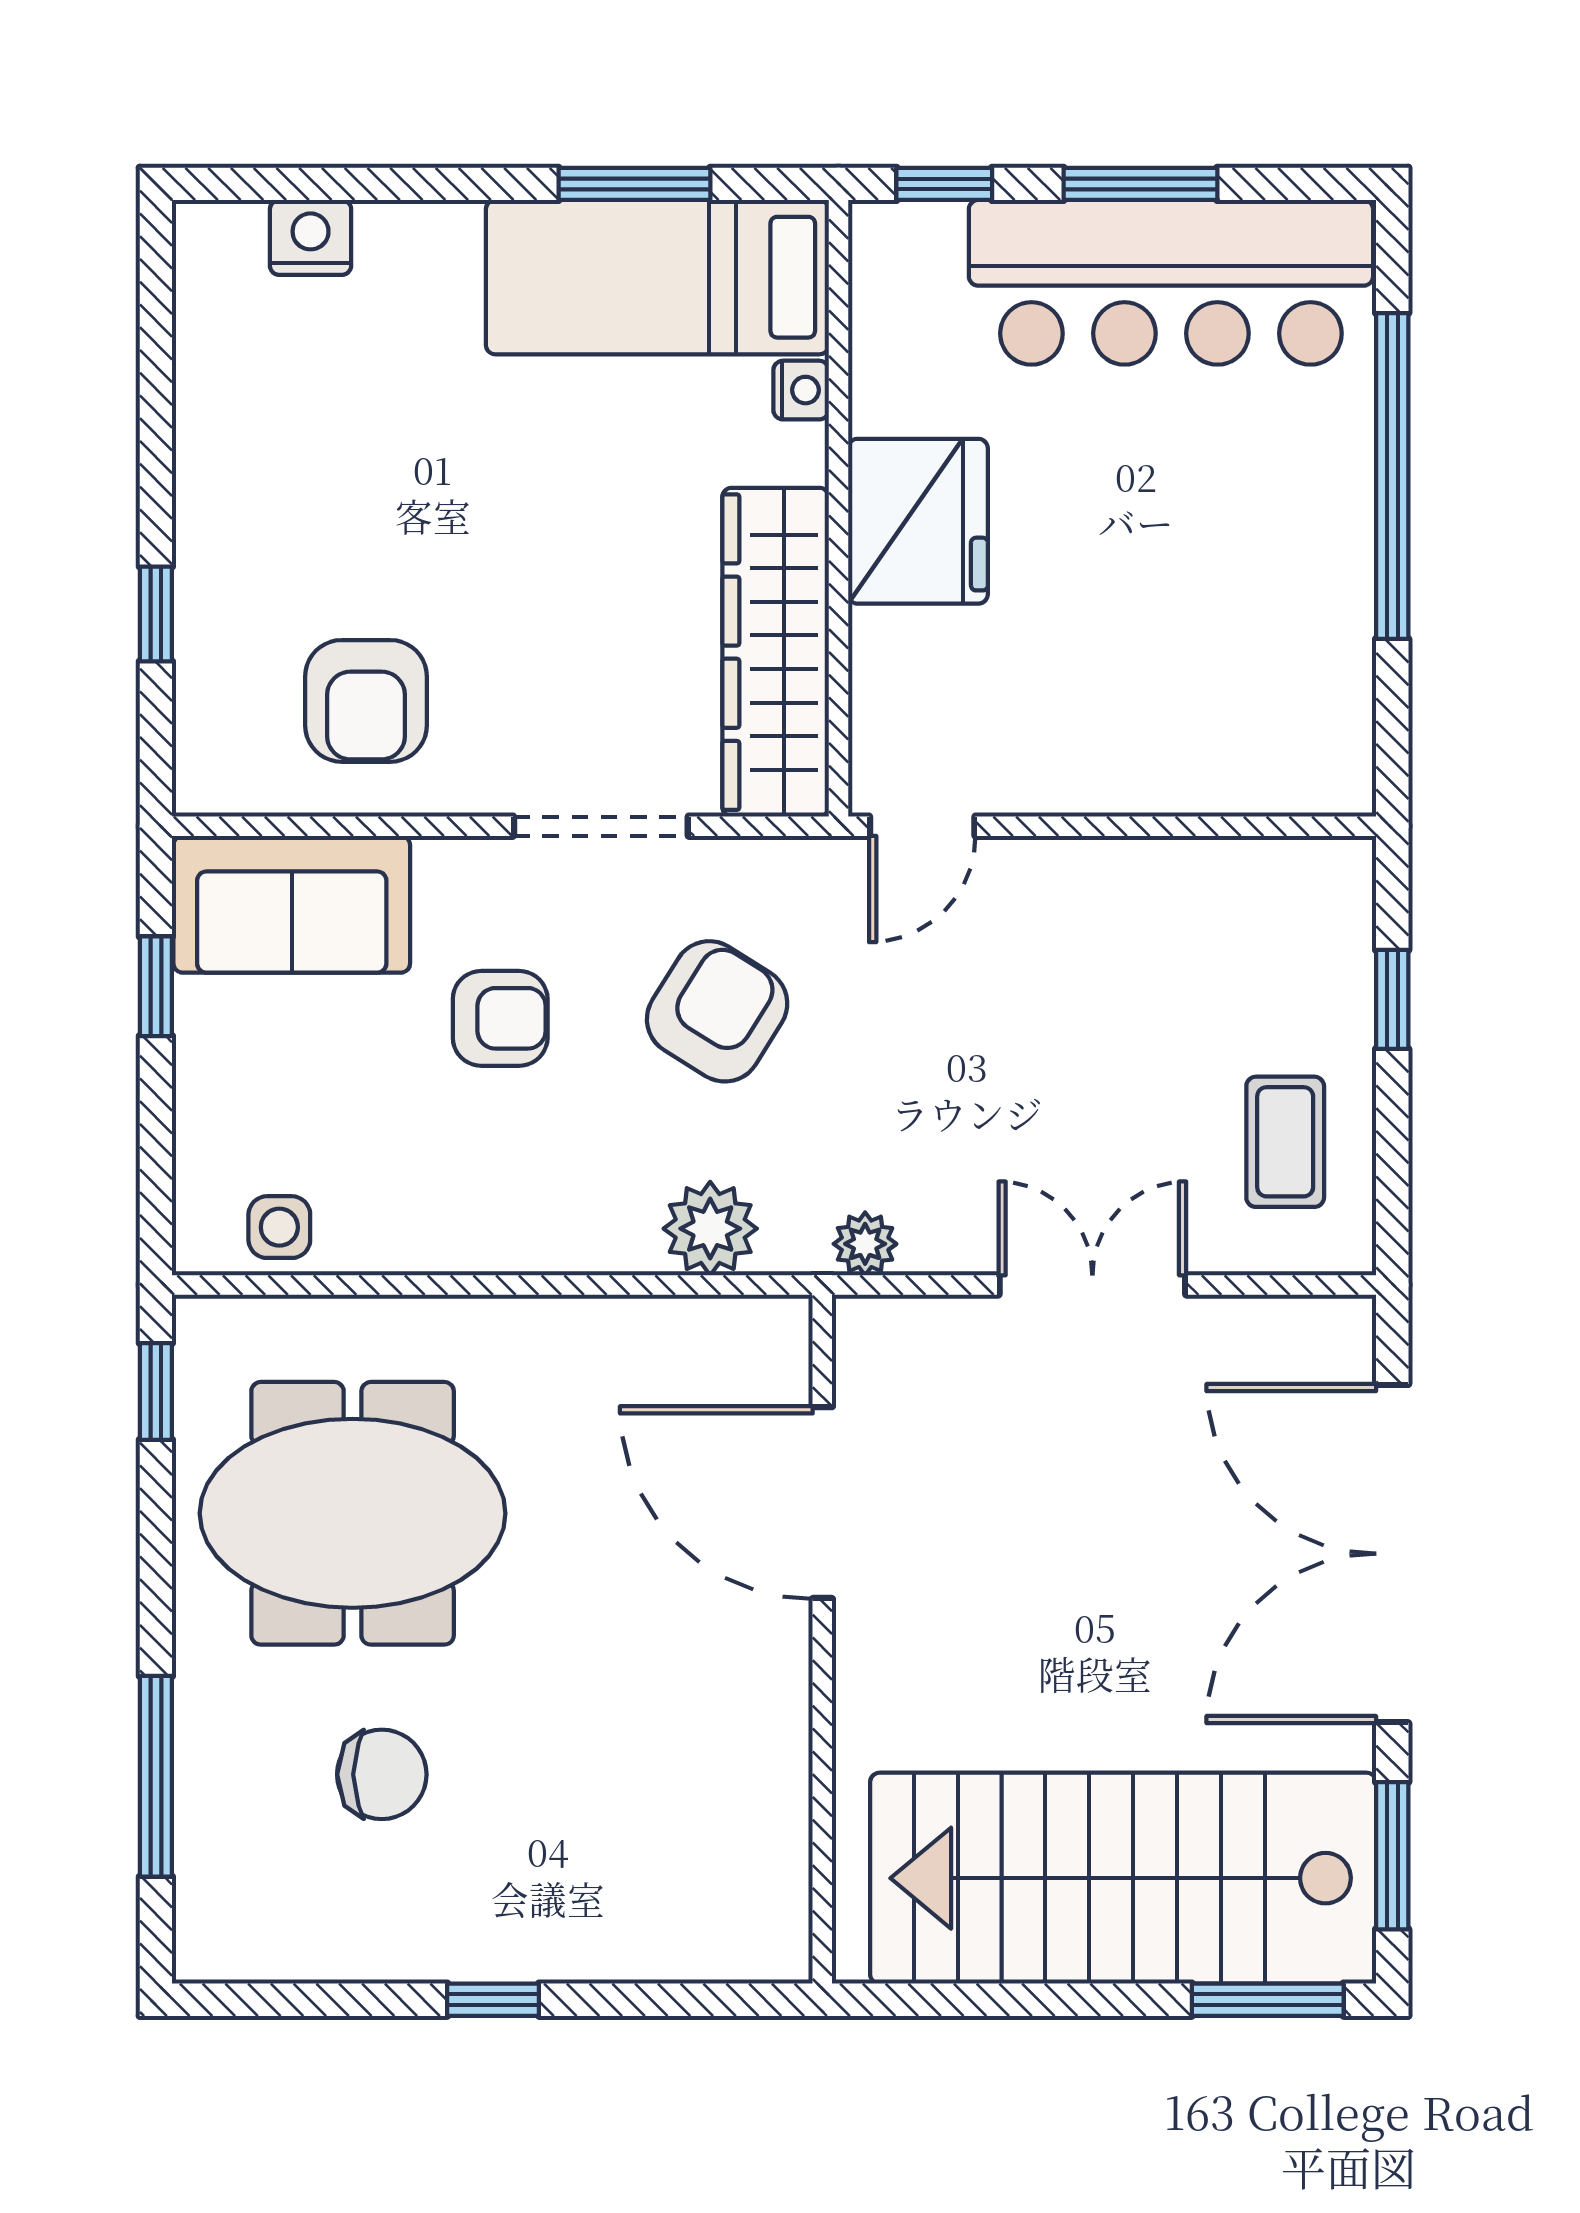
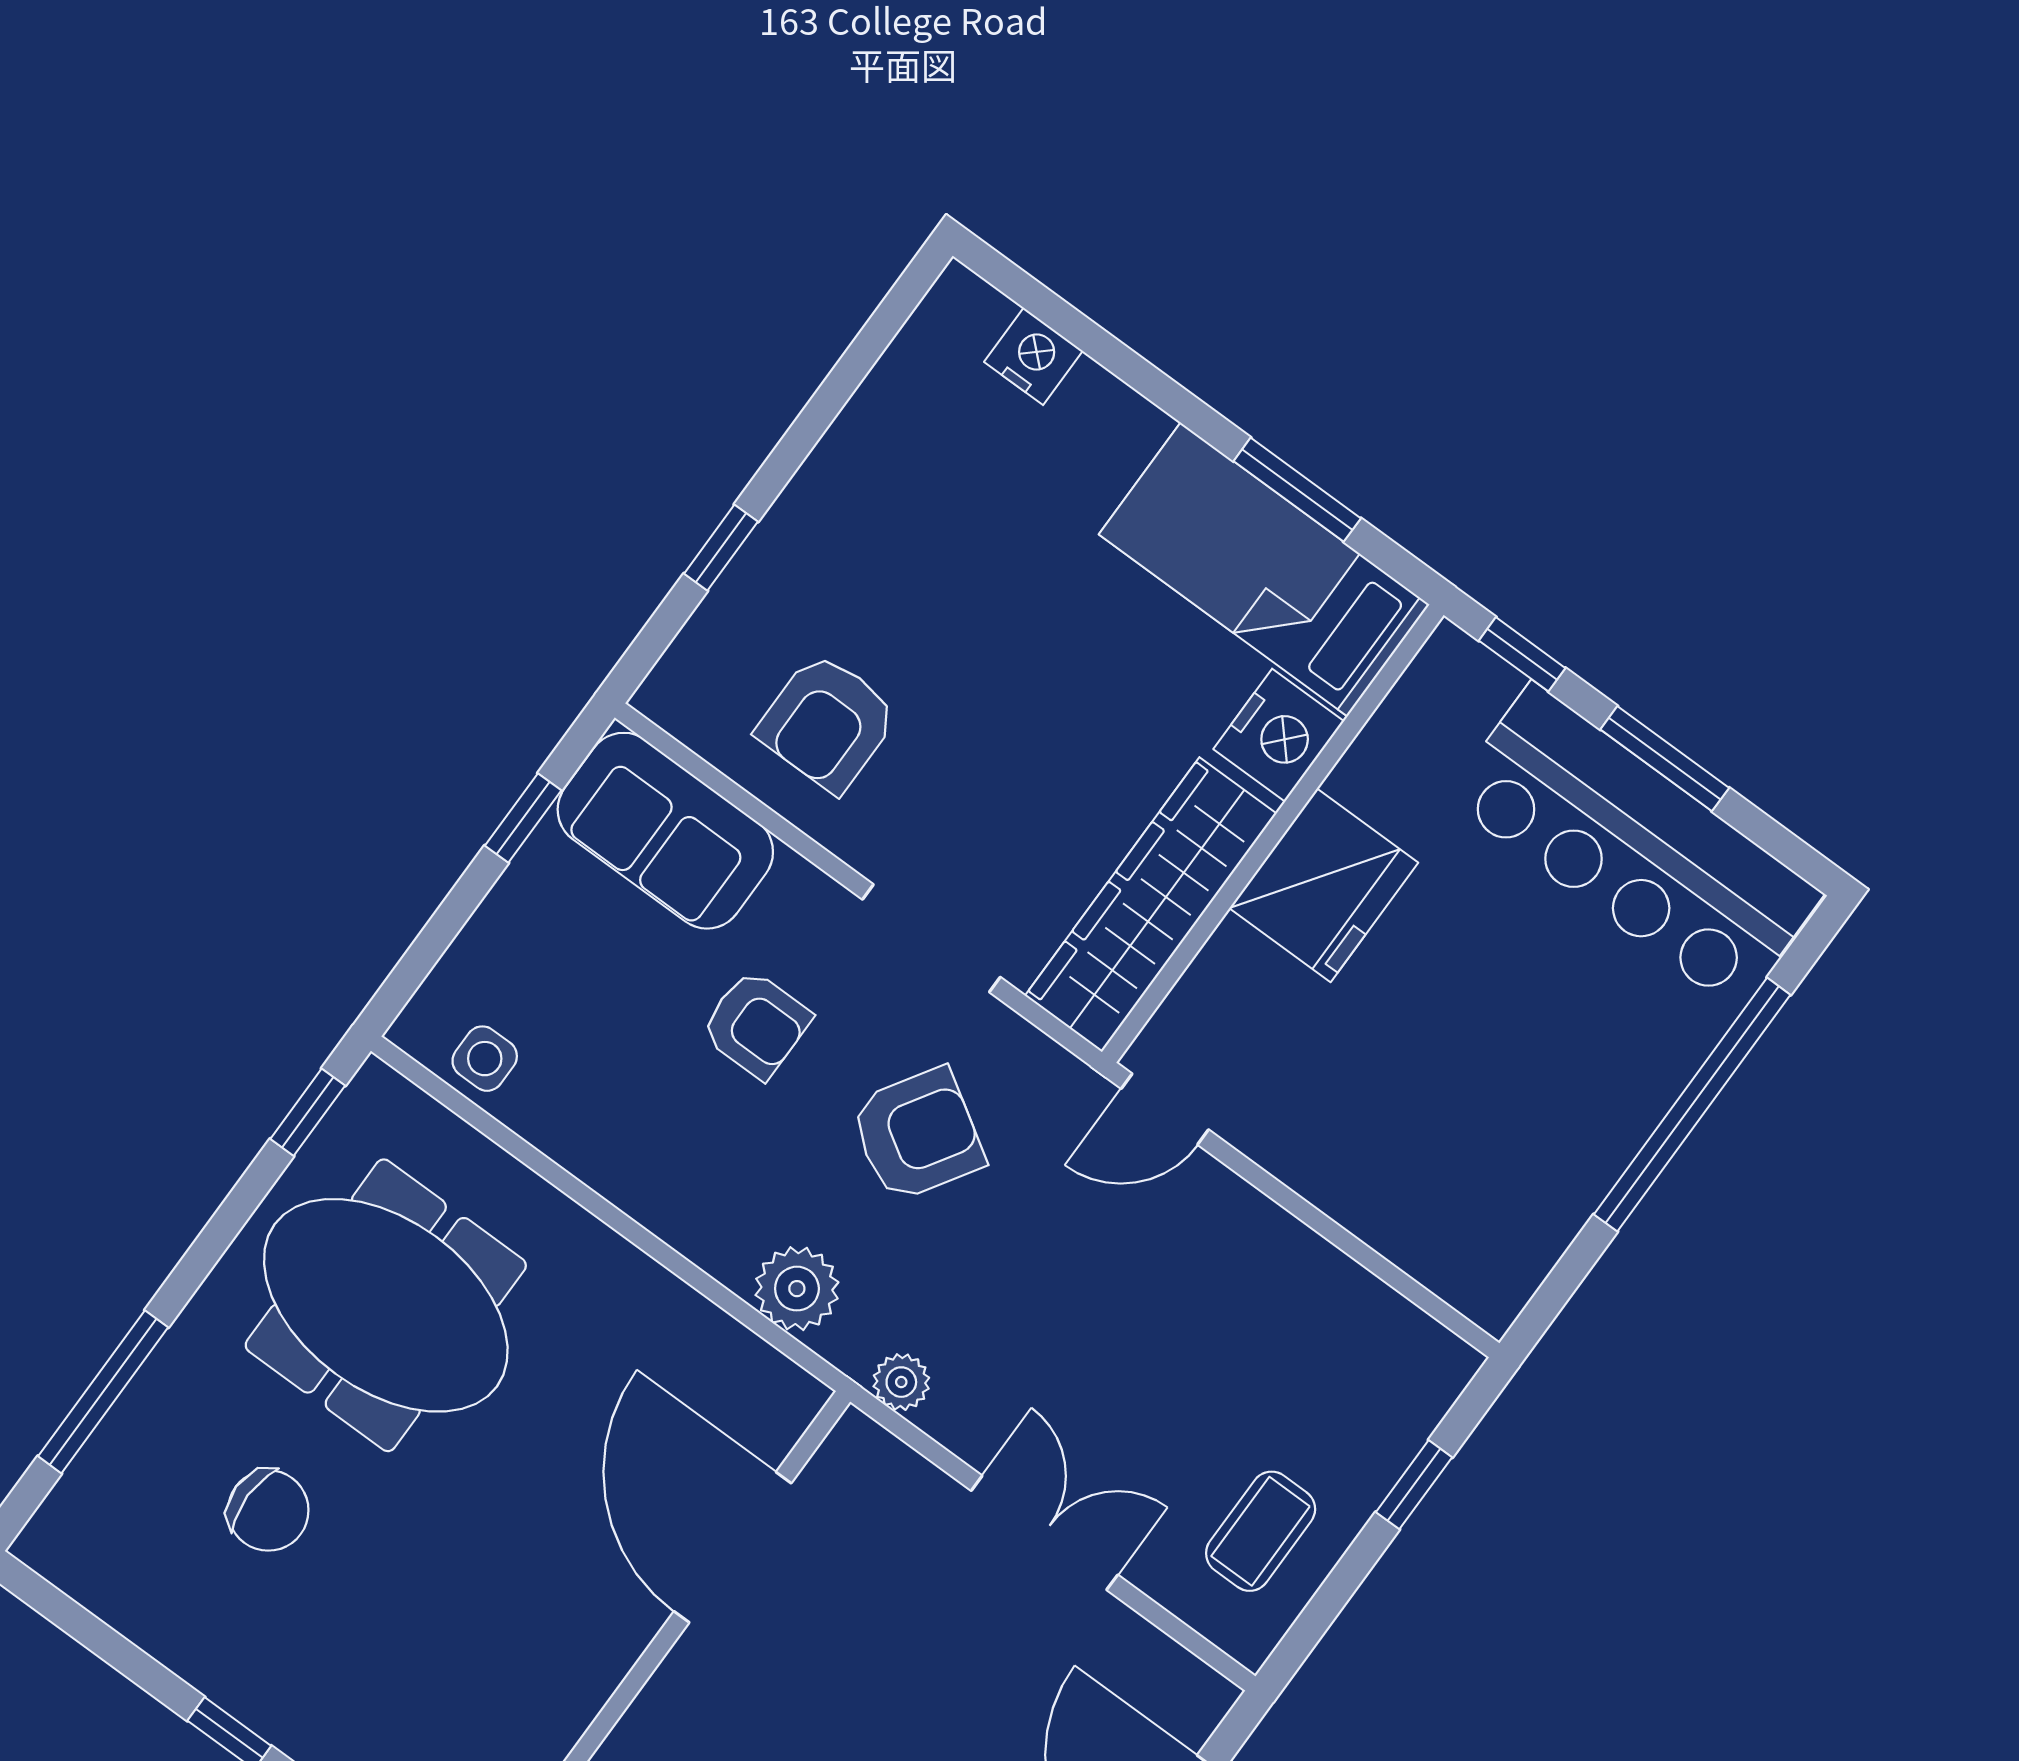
nightstand: (801, 390) -> (1279, 735), width x1.89, depth x1.79

